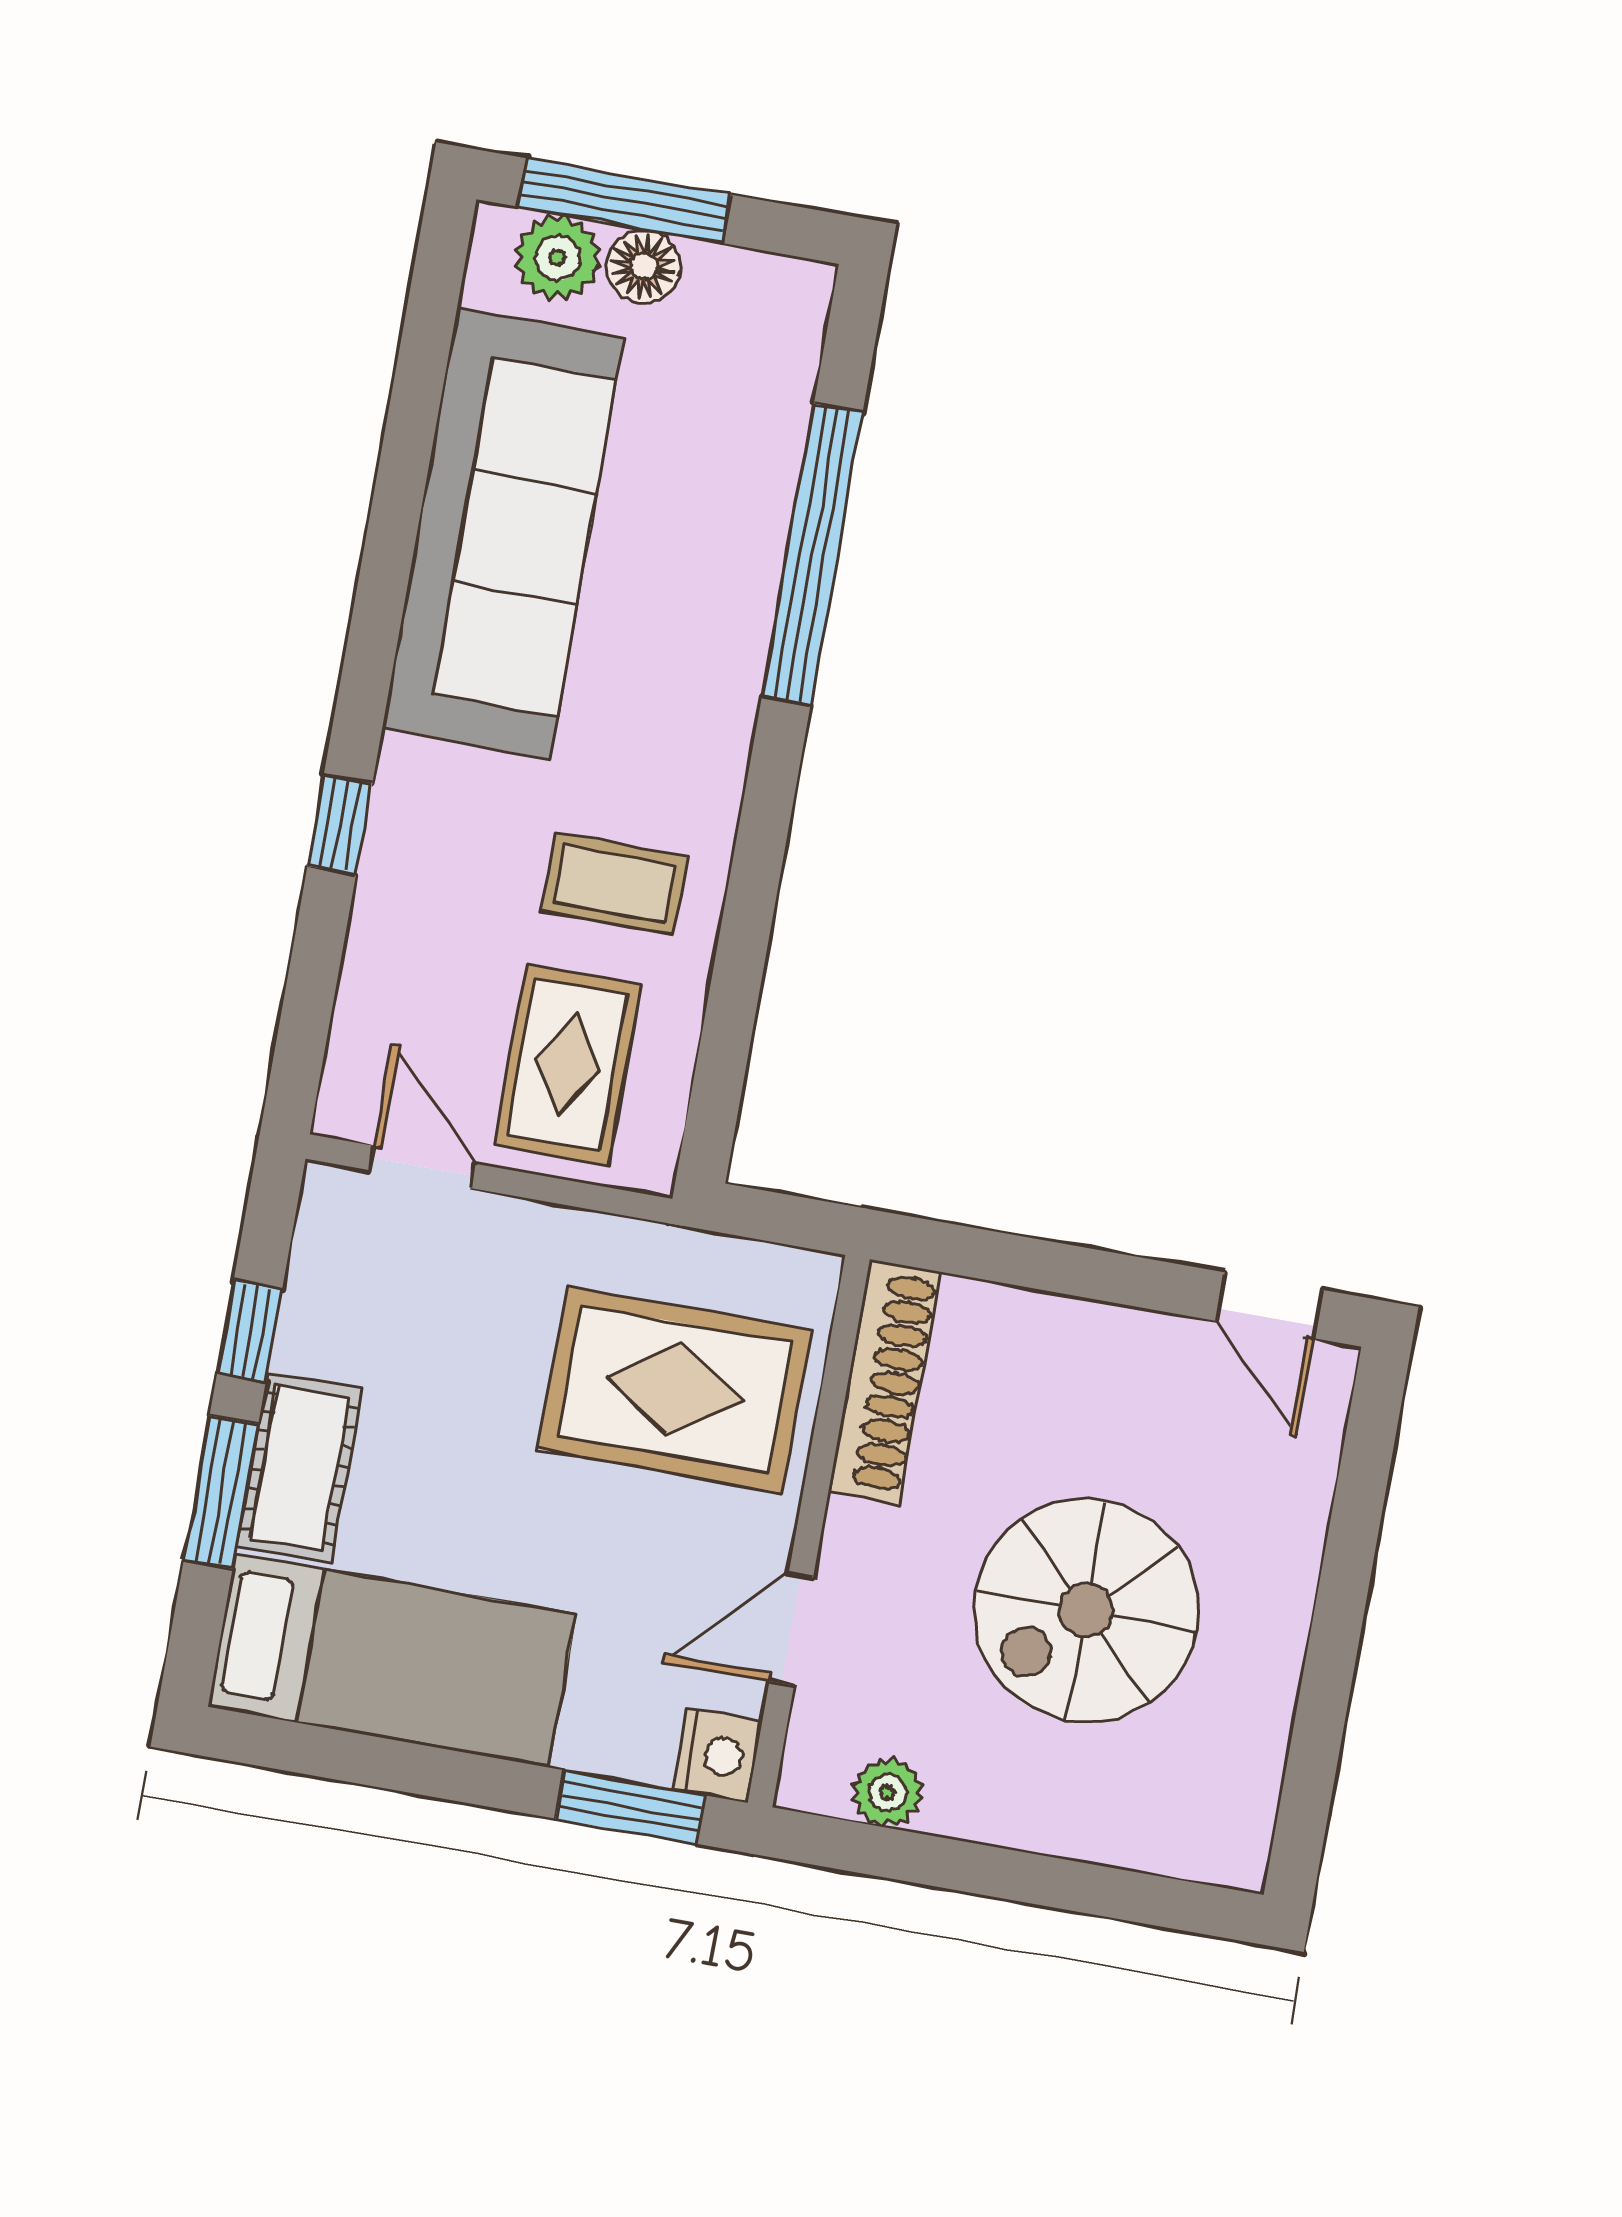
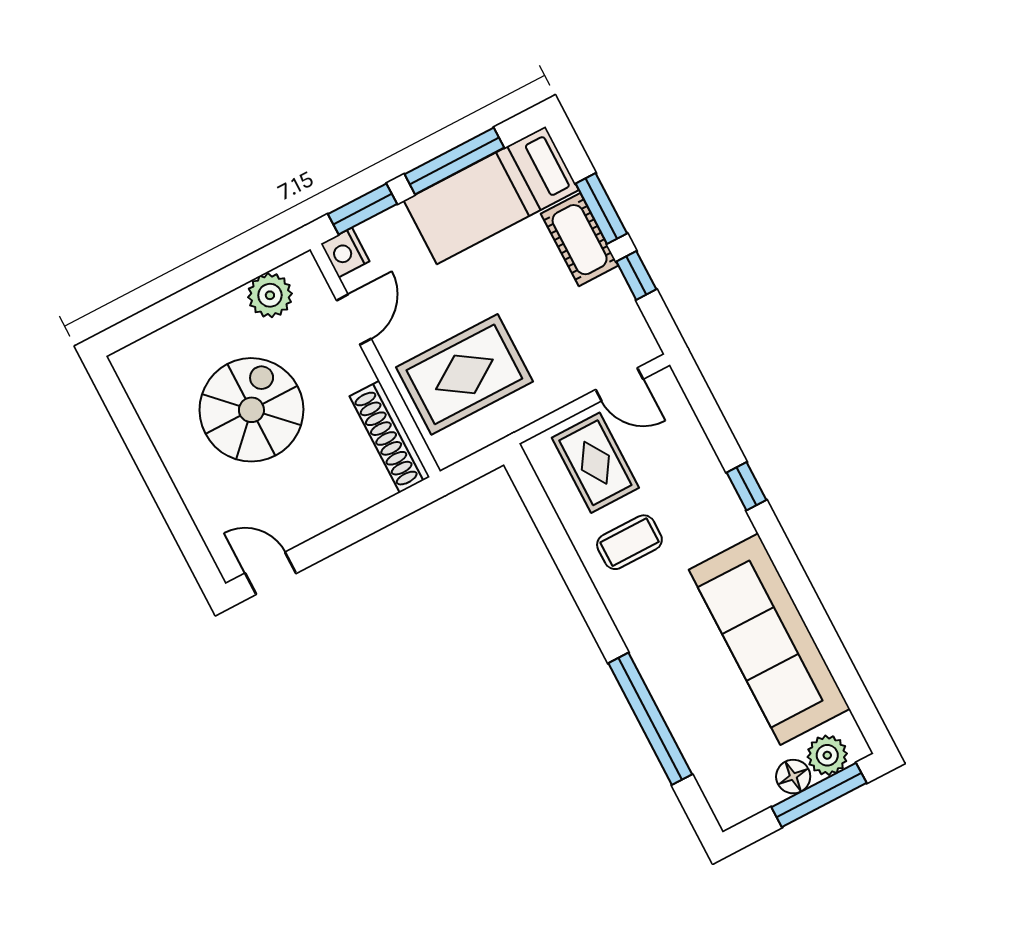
window: (410, 1768) -> (454, 161), added
plant: (888, 1792) -> (270, 295), width x1.38, depth x1.38

